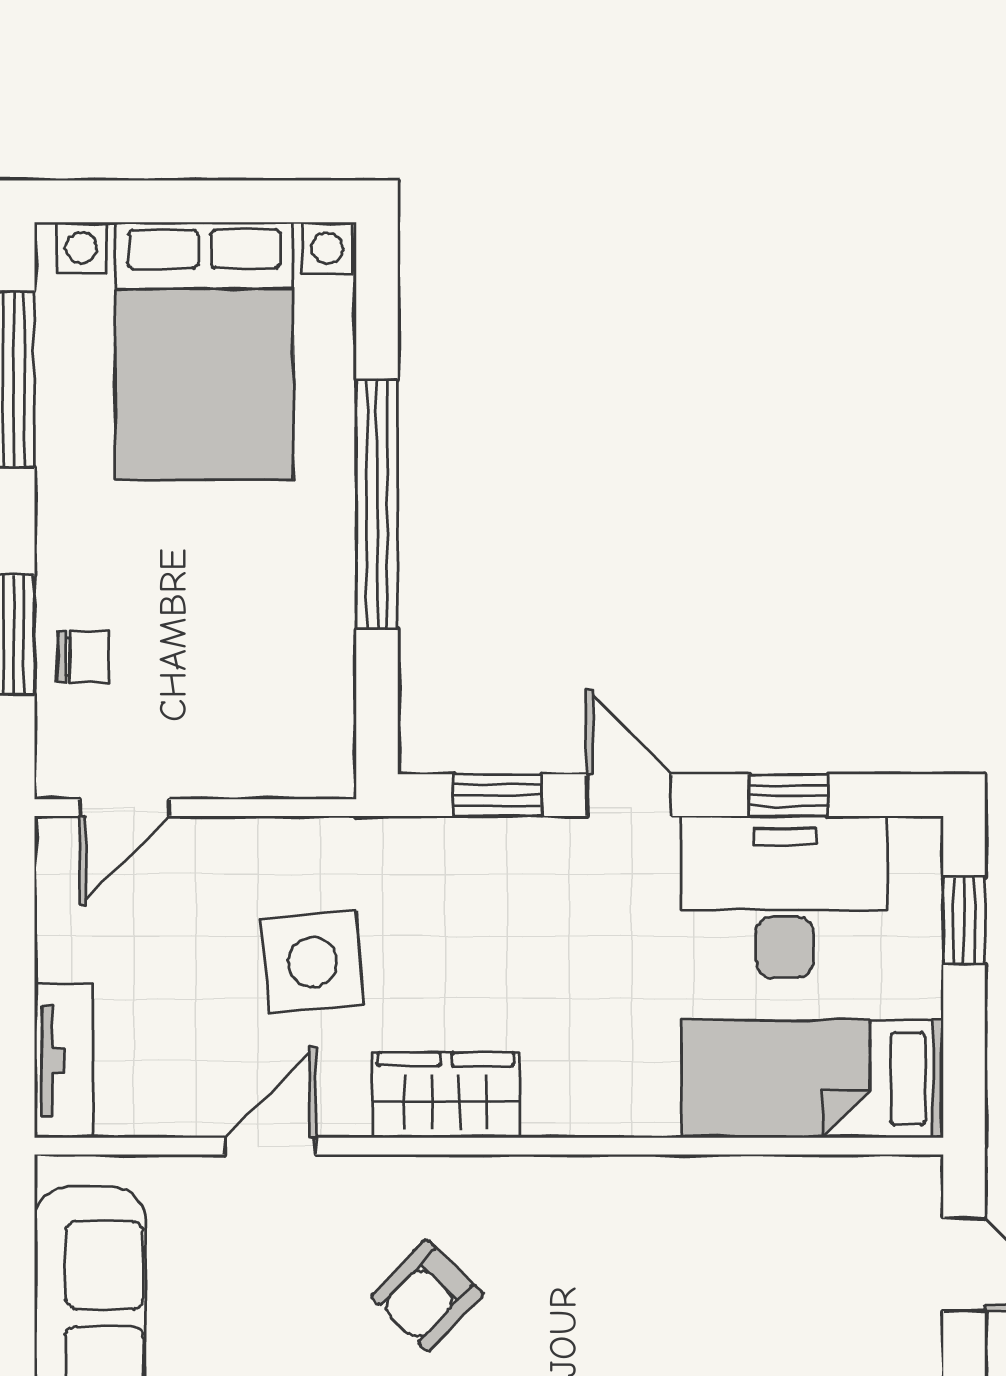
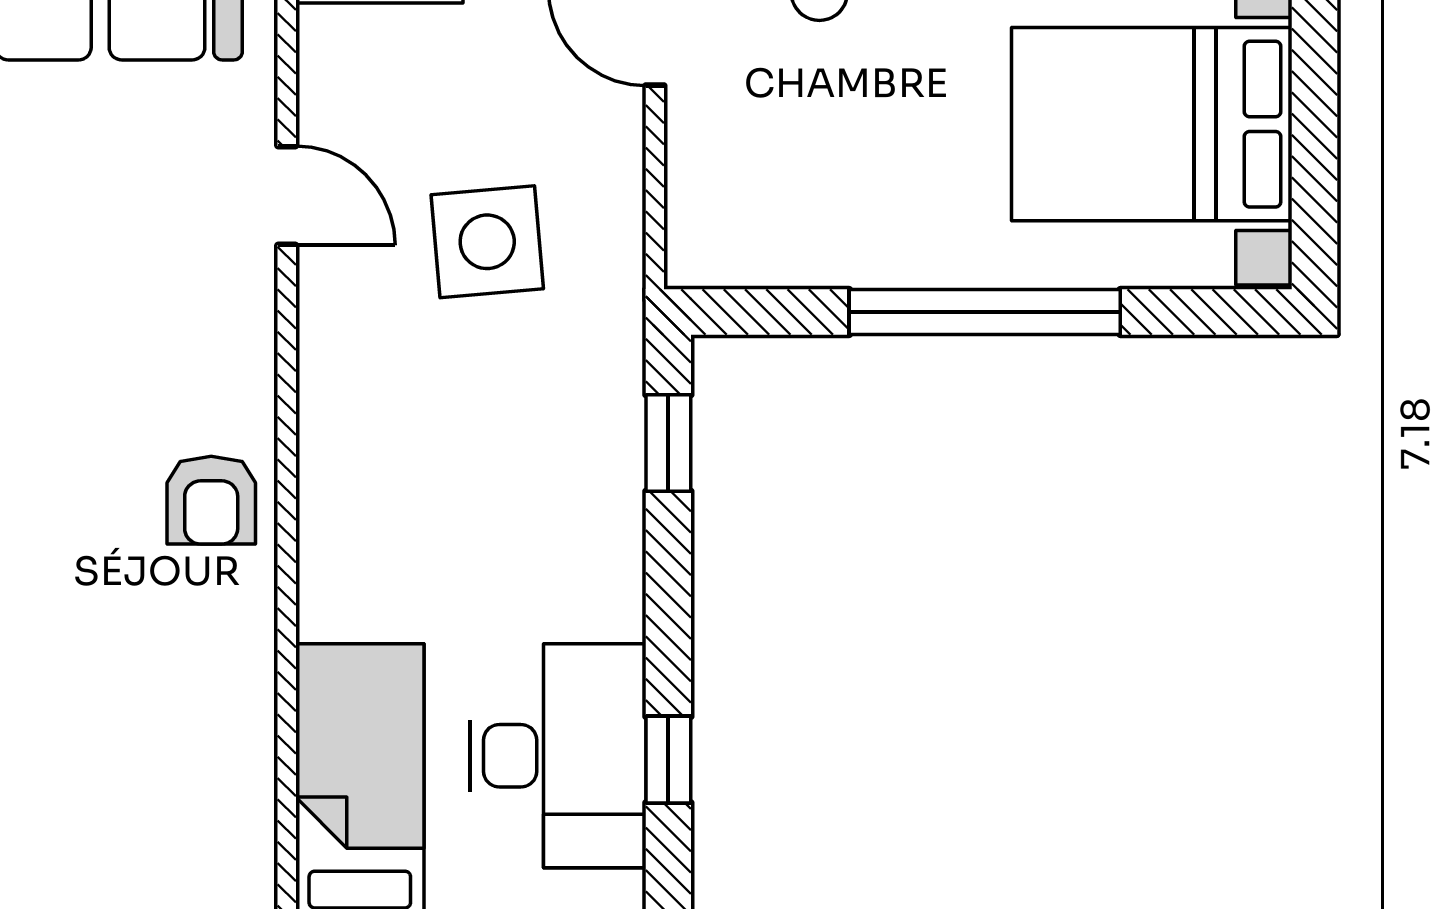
door: (629, 795) -> (668, 586), removed
wardrobe: (446, 1095) -> (342, 387), removed
armchair: (427, 1295) -> (211, 500), moved, turned -134

